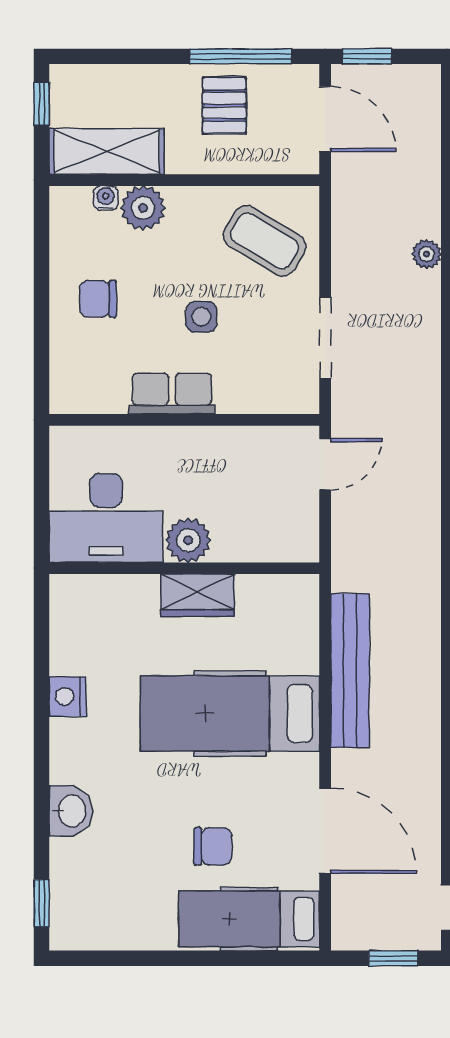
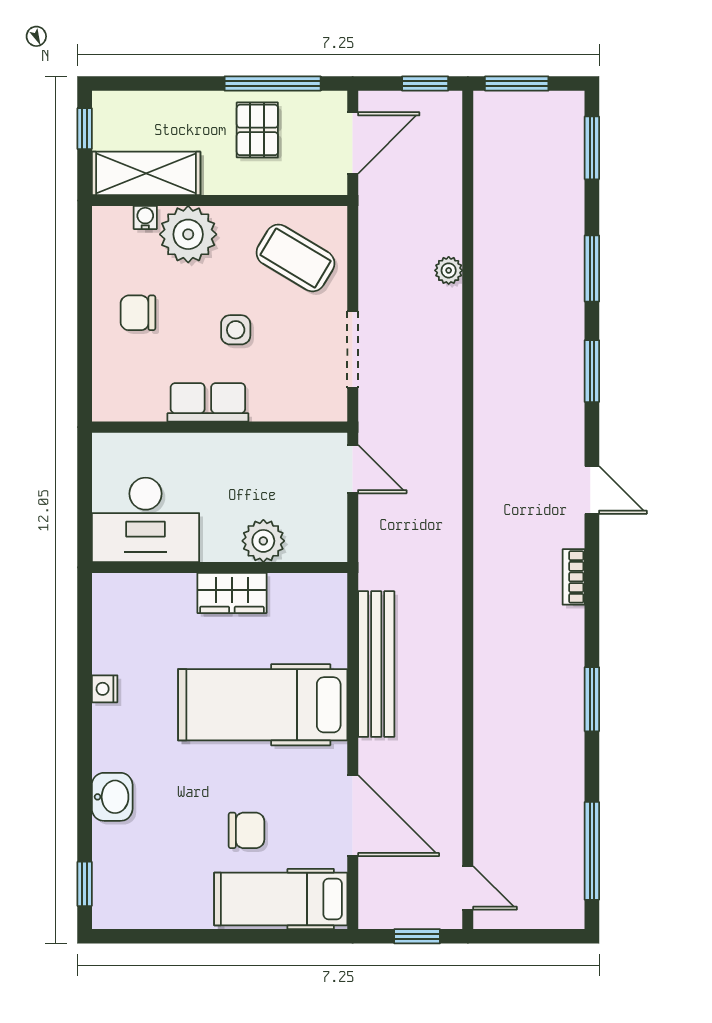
window: (367, 56) -> (425, 84), moved
door: (325, 119) -> (353, 143), hinge flipped
plant: (143, 208) -> (188, 234), width x1.36, depth x1.36
door: (325, 464) -> (353, 469), hinge flipped
plant: (188, 540) -> (263, 541), moved
nightstand: (68, 697) -> (105, 689), width x0.72, depth x0.74

